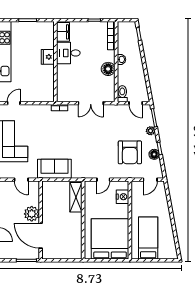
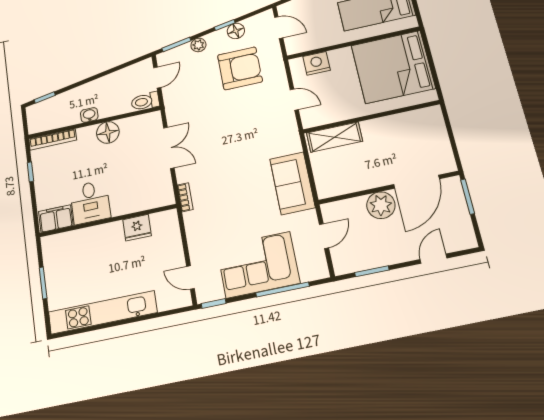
fridge: (48, 57) -> (137, 228), moved

